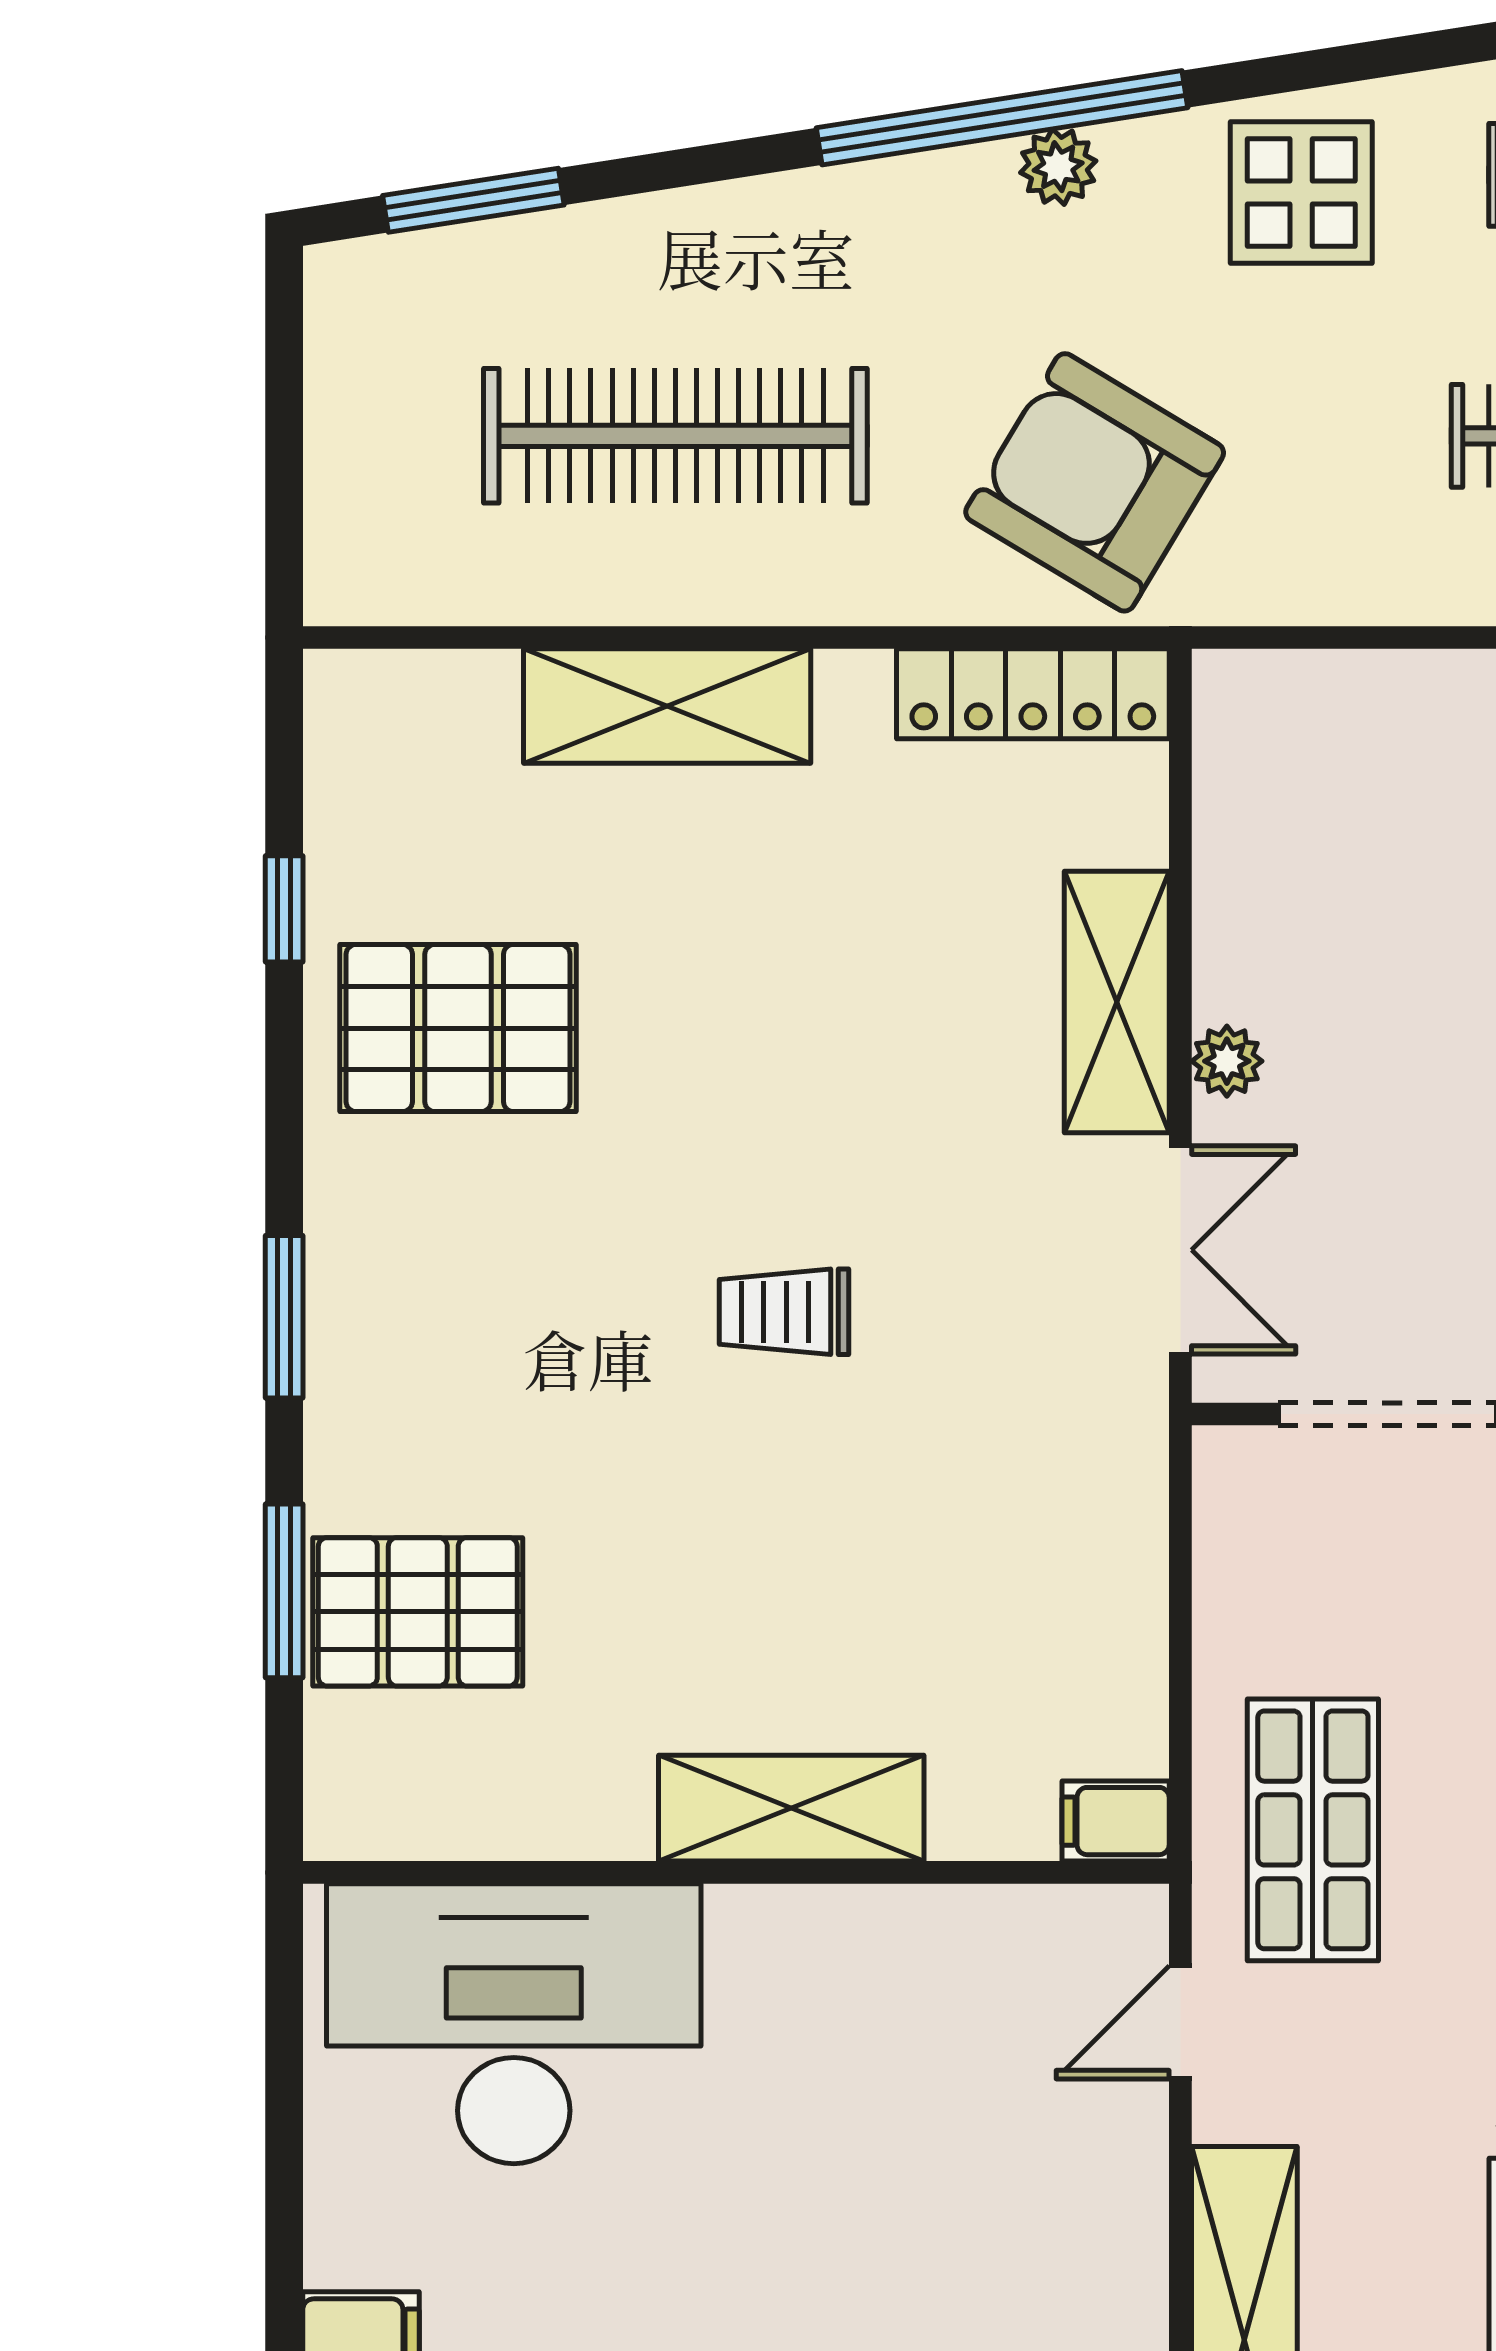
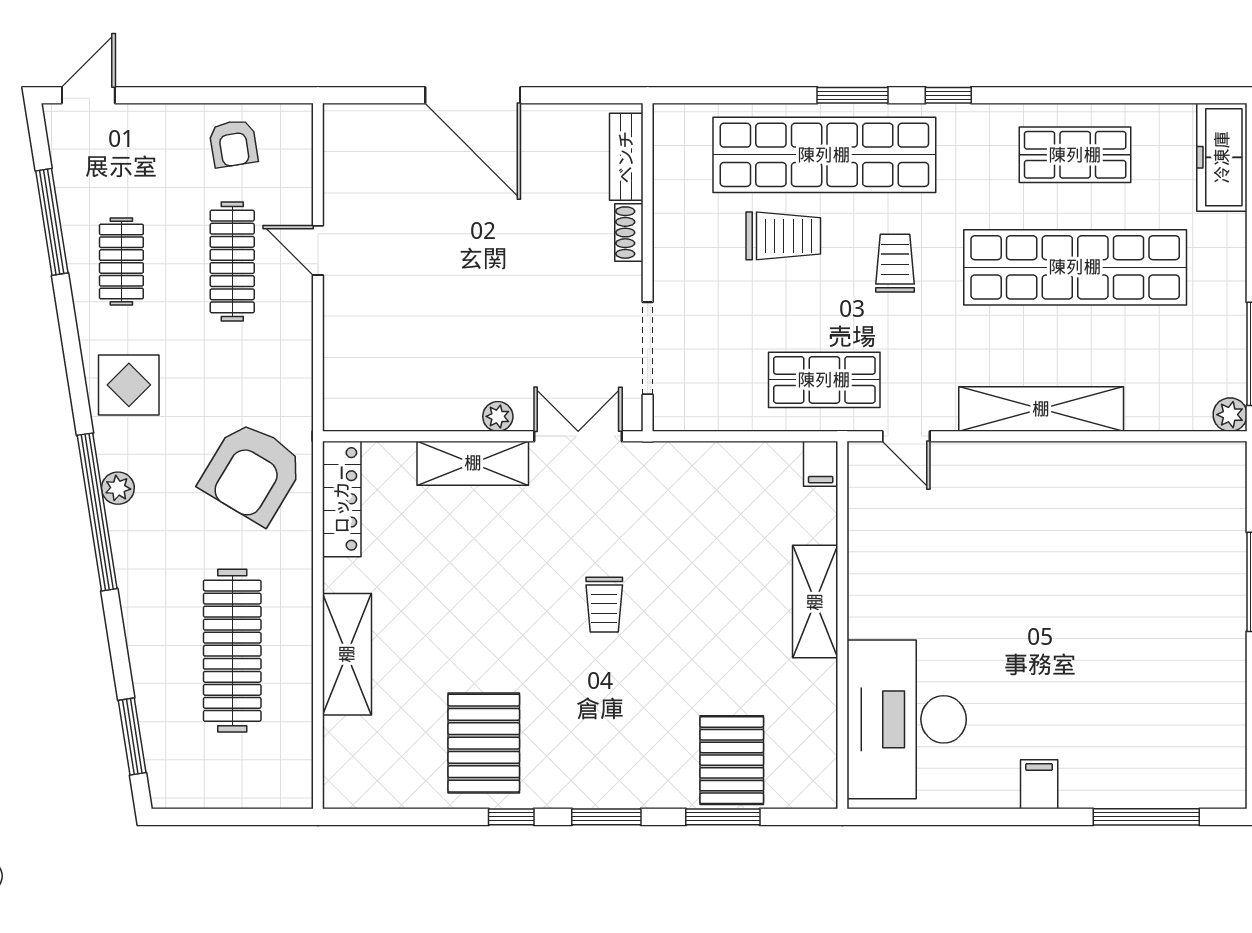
window: (284, 909) -> (511, 817), moved

